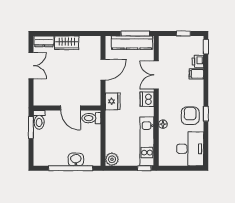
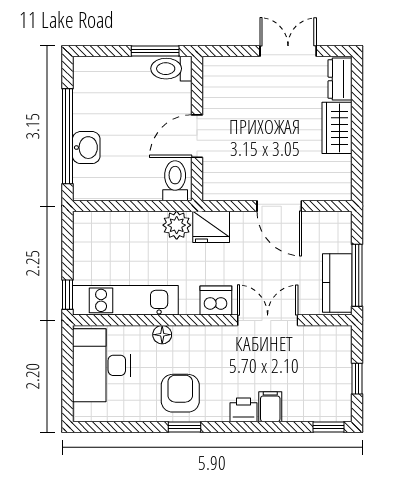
kitchen counter: (132, 43) -> (337, 283), width x0.67
printer: (198, 61) -> (244, 410), moved
double door: (31, 66) -> (288, 51), swing flipped
armchair: (190, 116) -> (180, 393), turned -90
desk: (190, 149) -> (101, 365), moved, turned 90
plant: (112, 159) -> (177, 225), moved

